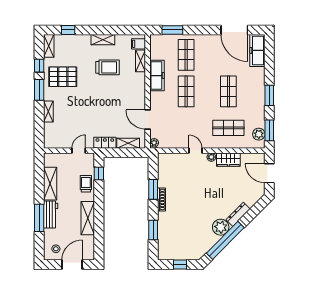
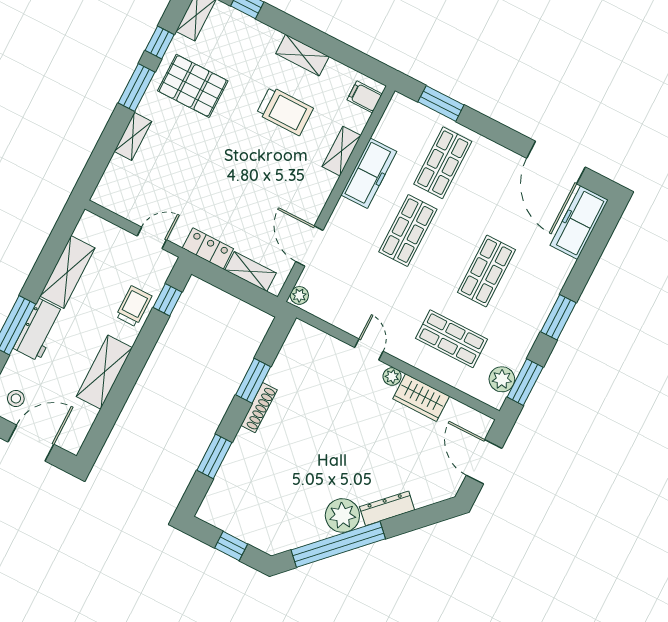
shelving: (140, 61) -> (341, 151), moved

